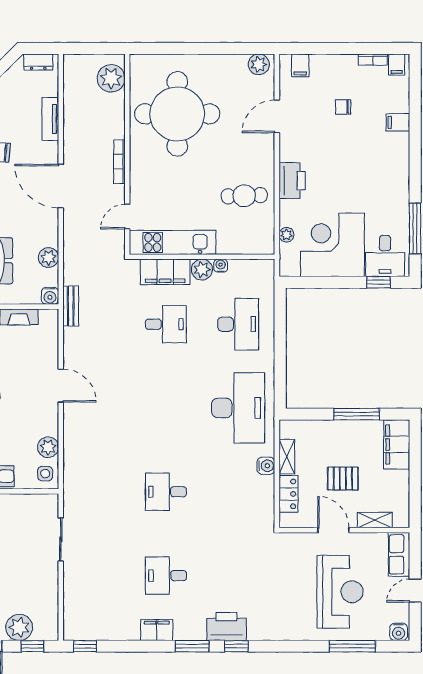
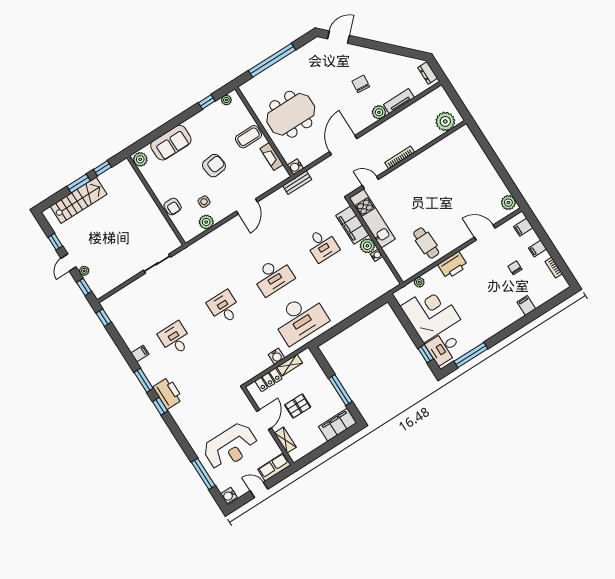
filing cabinet: (397, 65) -> (538, 249), moved
round table: (177, 114) -> (449, 173), removed
door: (61, 186) -> (343, 145), moved
plant: (49, 258) -> (379, 112), moved
desk: (238, 324) -> (273, 276), moved
side table: (45, 474) -> (204, 202), moved
pallet: (343, 479) -> (298, 406), turned 90
plant: (19, 627) -> (84, 271), width x0.53, depth x0.53
filing cabinet: (157, 630) -> (140, 354), width x0.50

